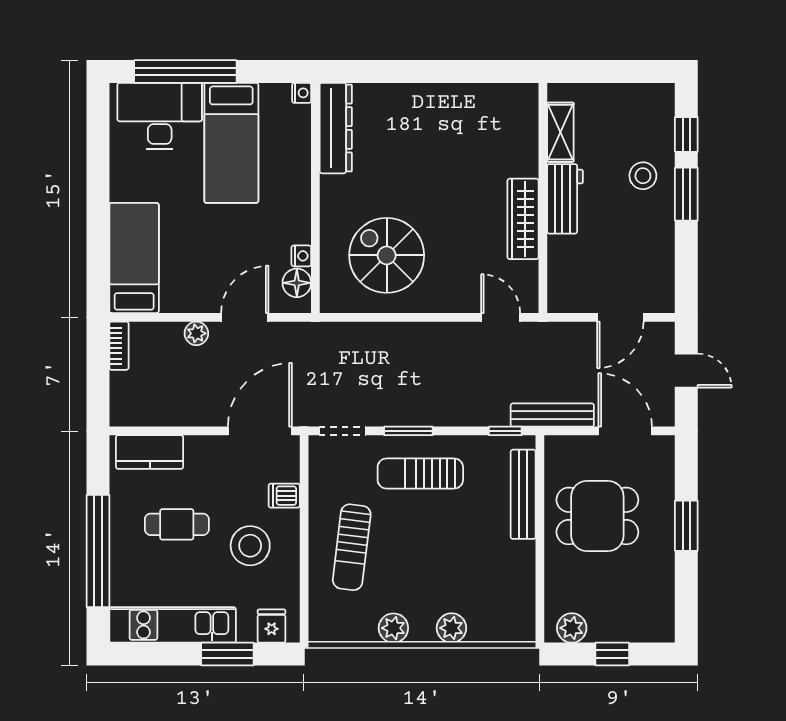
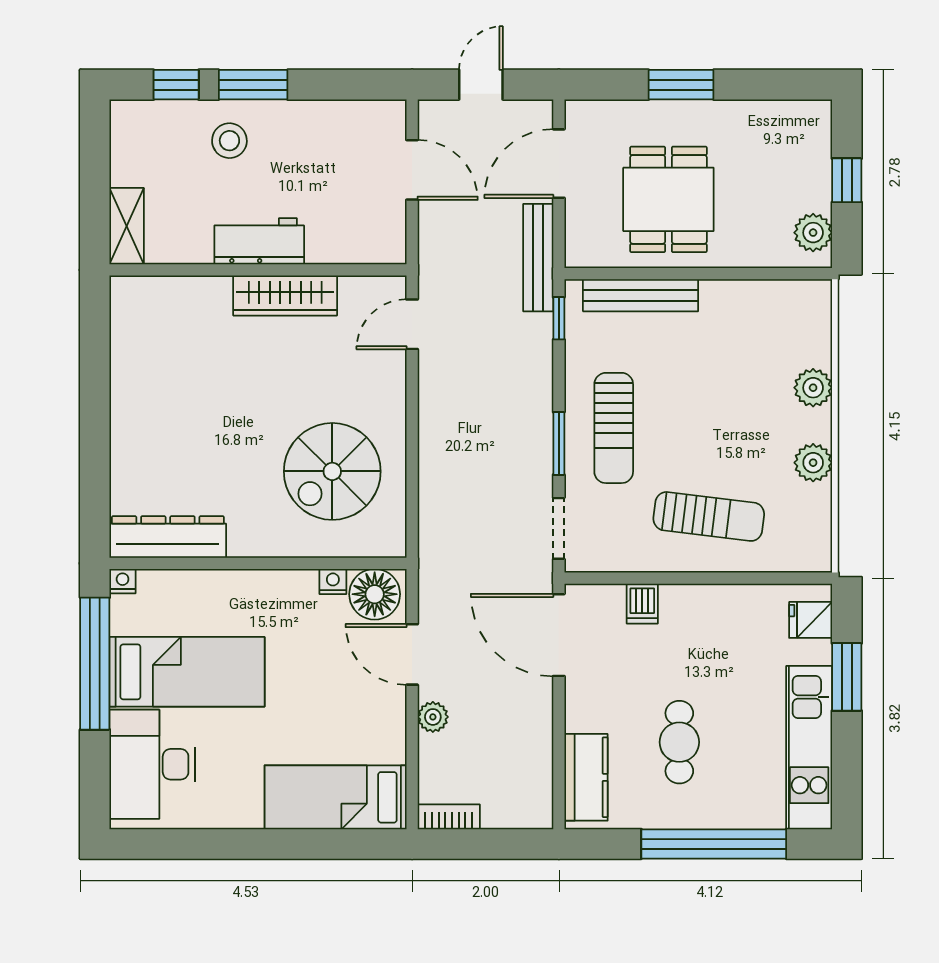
window: (185, 71) -> (95, 664), moved
shelving: (560, 132) -> (127, 226), moved, turned 90
floor lamp: (297, 283) -> (375, 594), width x1.38, depth x1.38
stool: (250, 546) -> (707, 648), removed

